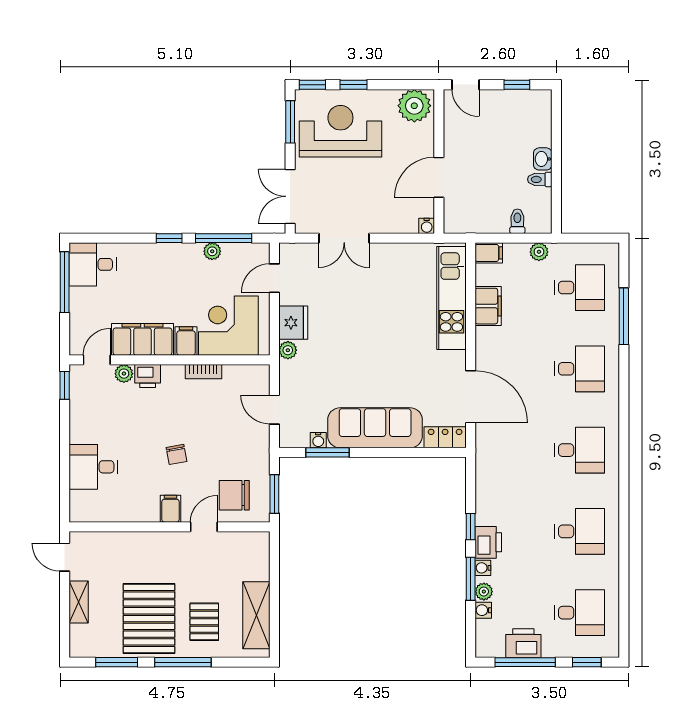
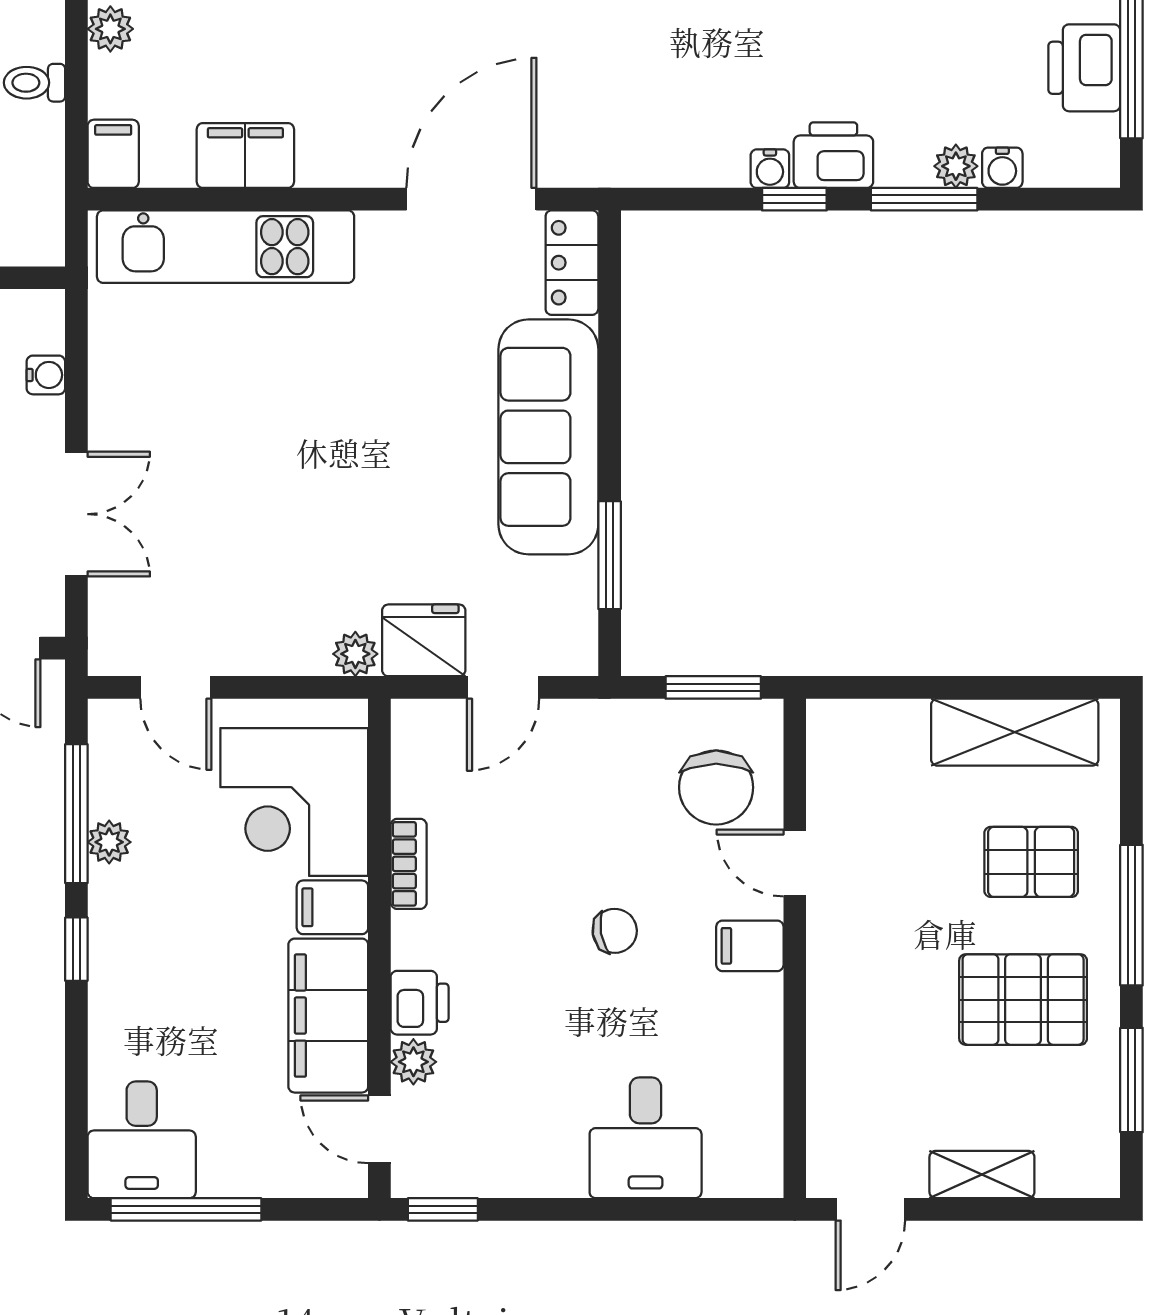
water cooler: (427, 226) -> (46, 375), moved
fridge: (293, 323) -> (424, 640), moved
water cooler: (318, 440) -> (579, 578), removed
water cooler: (483, 568) -> (770, 169), moved
pallet: (149, 619) -> (1023, 1000), width x0.73, depth x0.71

